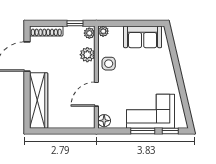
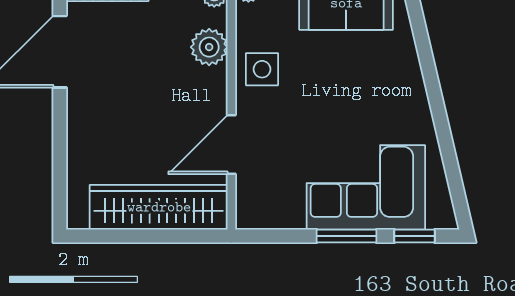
wardrobe: (39, 101) -> (159, 207), moved, turned -90
floor lamp: (104, 121) -> (251, 211), removed

